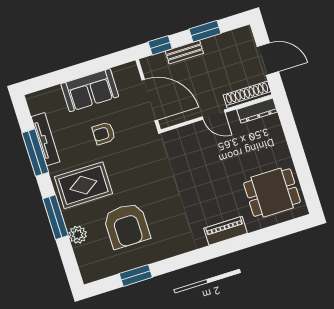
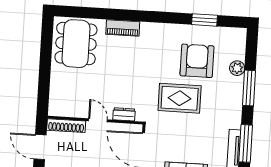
dresser: (257, 111) -> (124, 114), moved, width x0.70
armchair: (104, 133) -> (188, 138), removed
rug: (83, 185) -> (180, 98), moved
dining table: (272, 193) -> (76, 44), width x1.38

